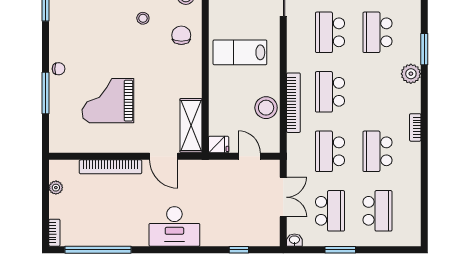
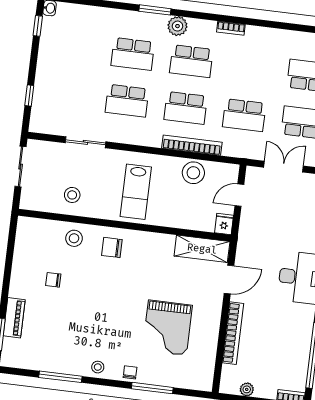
stool: (143, 18) -> (98, 367), moved
school desk: (377, 151) -> (191, 61), moved

